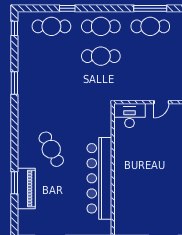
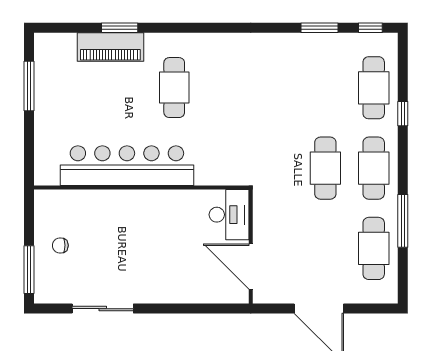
window: (150, 8) -> (403, 221), moved
window: (14, 83) -> (320, 28), moved
door: (161, 102) -> (251, 266), width x1.88
cafe table: (51, 149) -> (174, 88), turned -63
chair: (148, 219) -> (60, 245), added

